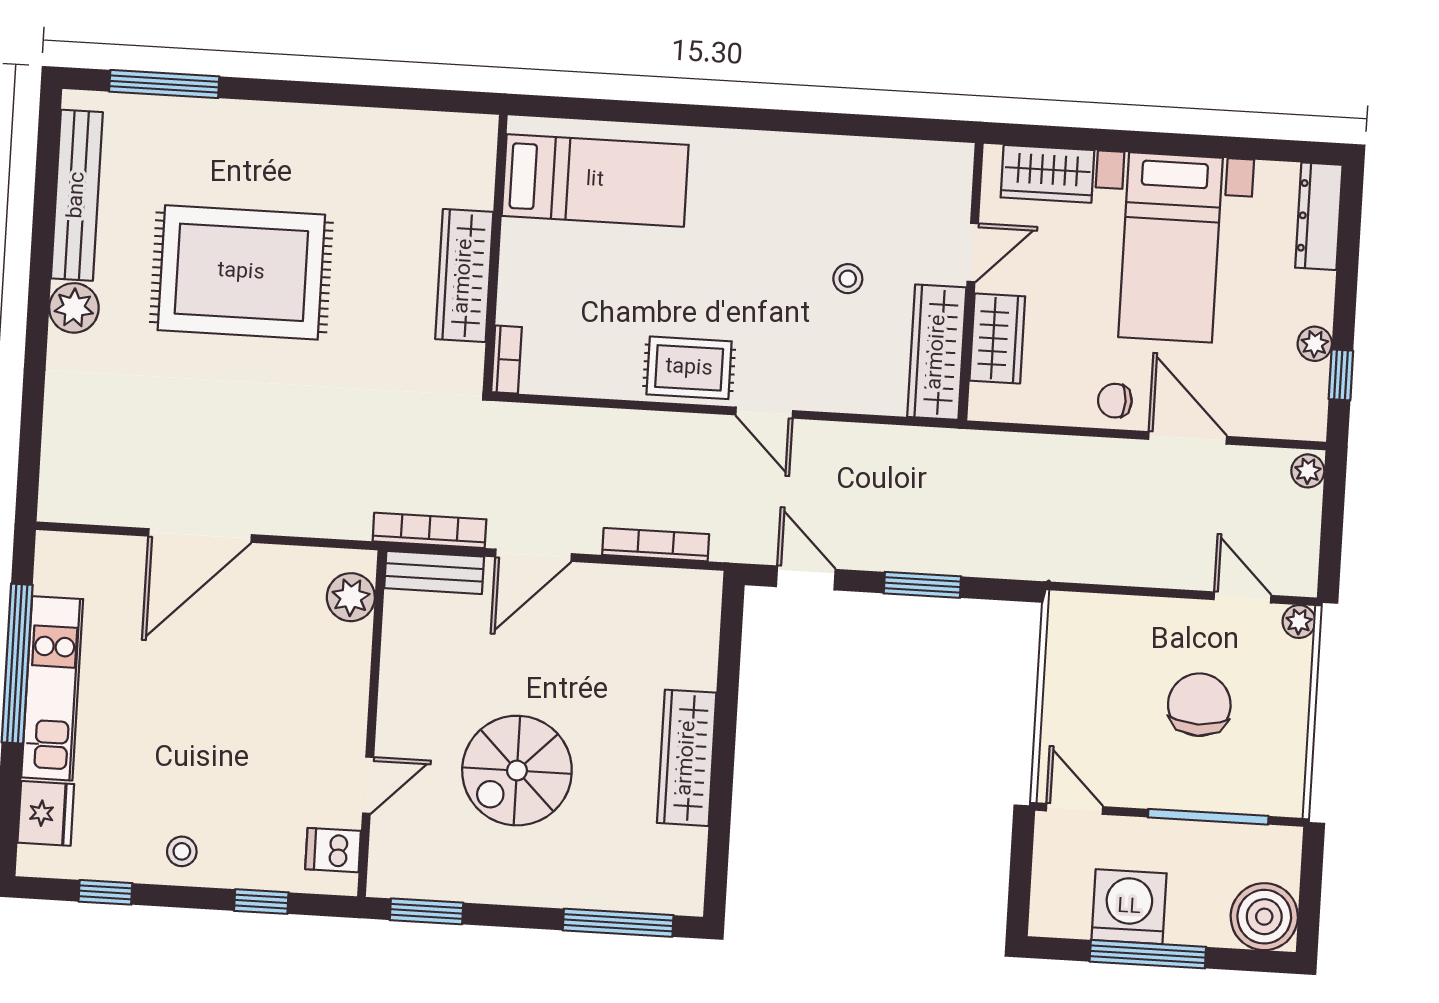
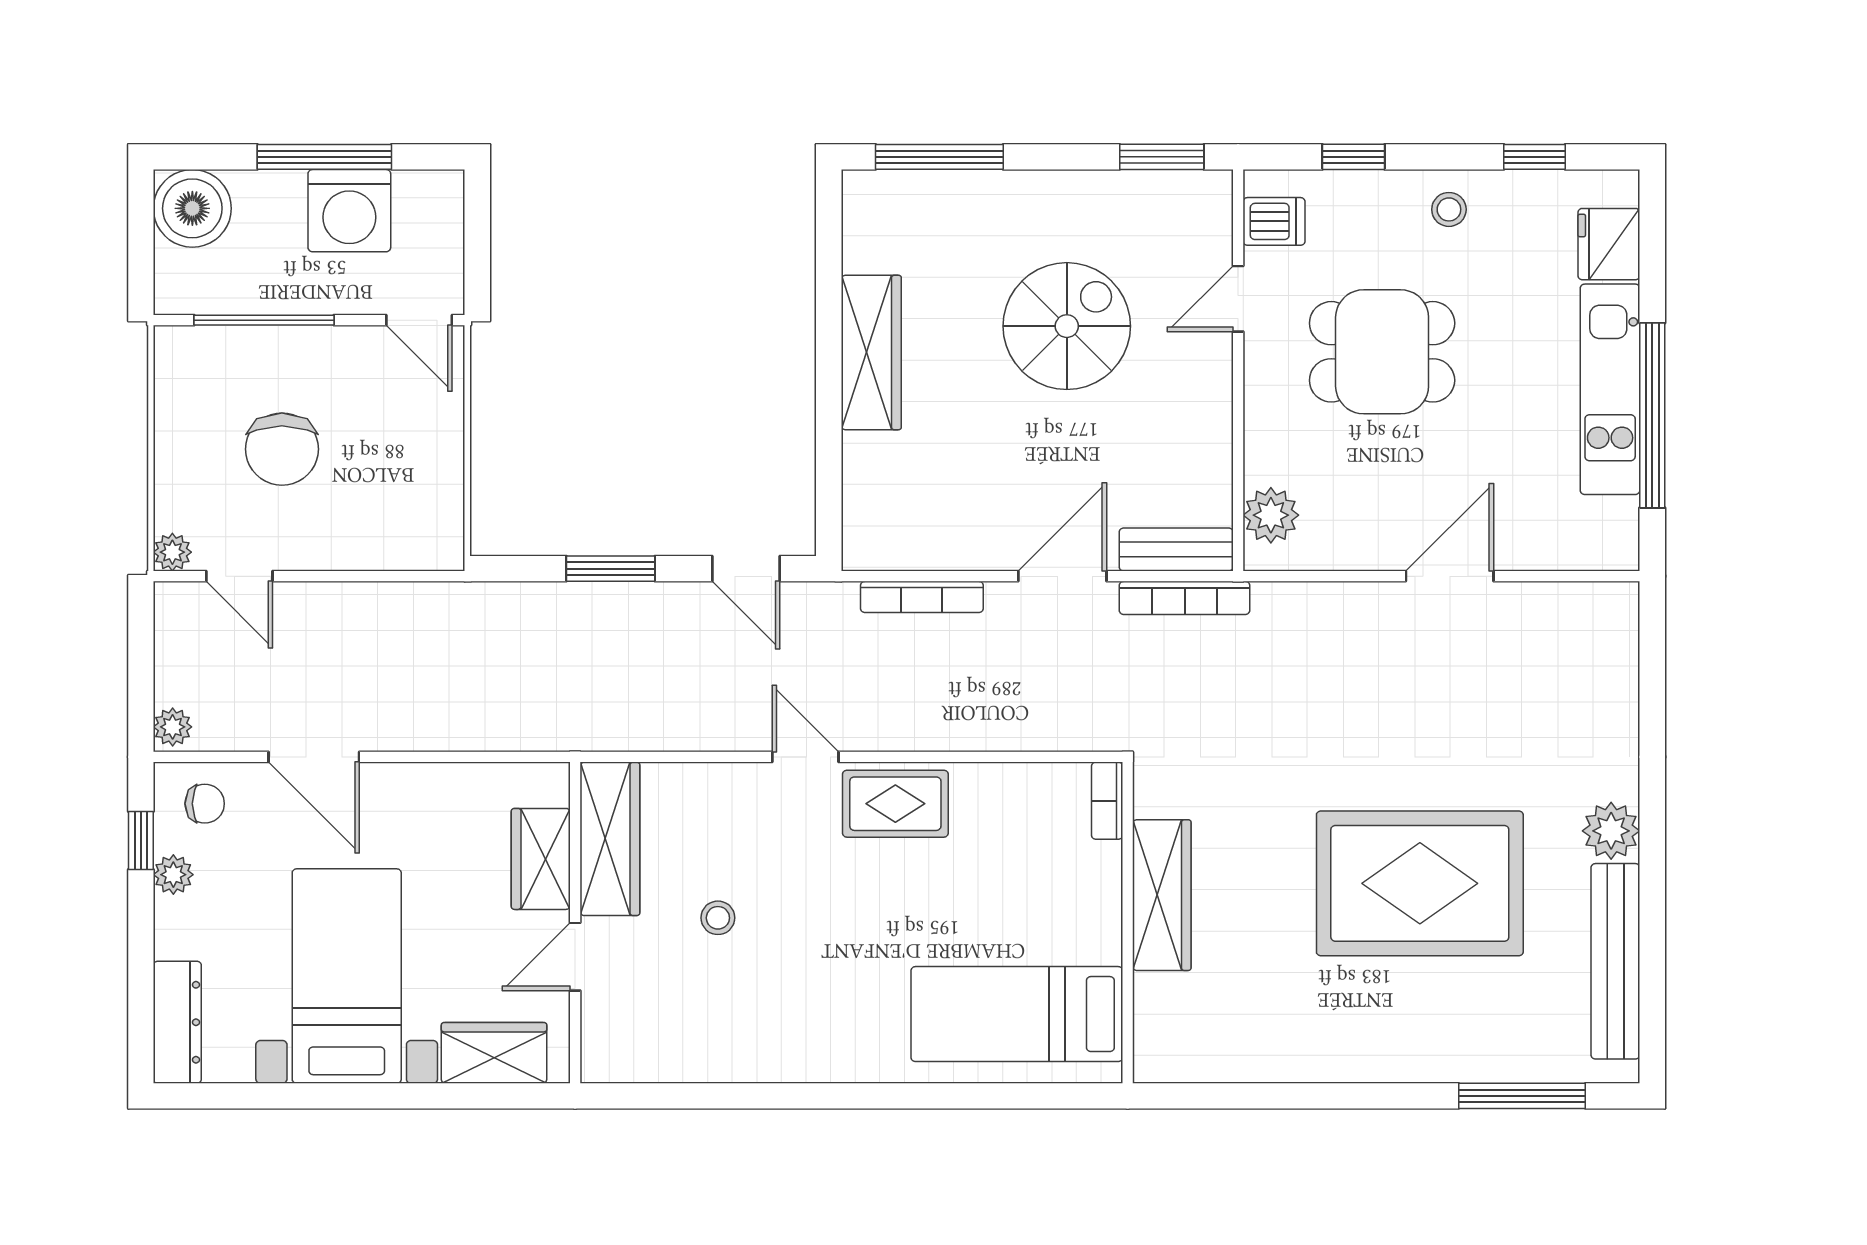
chair: (1115, 401) -> (205, 804), moved
door: (200, 535) -> (1450, 576), width x0.73
dining table: (247, 732) -> (1382, 352), added

